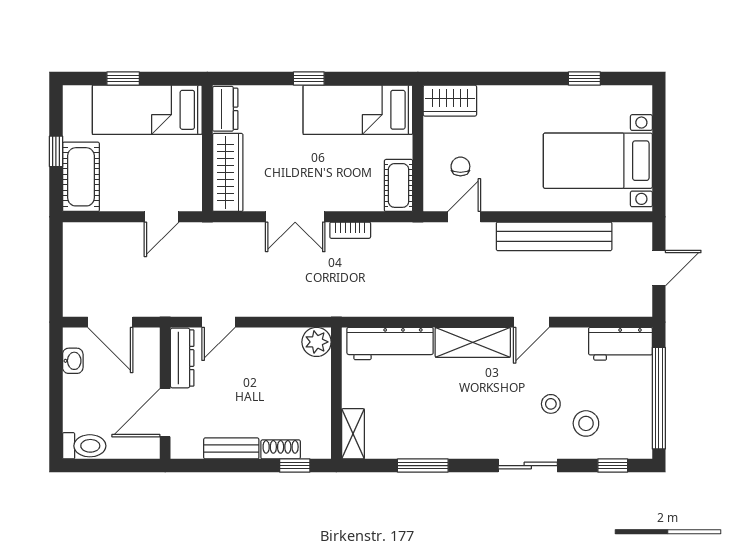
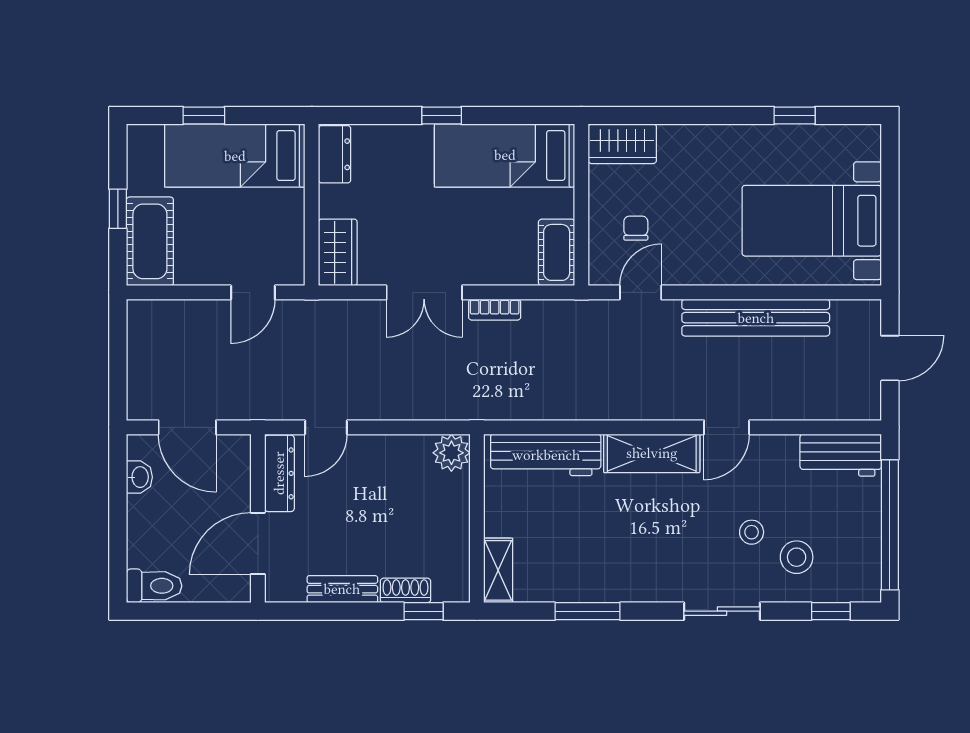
wardrobe: (228, 172) -> (338, 252), width x0.67

